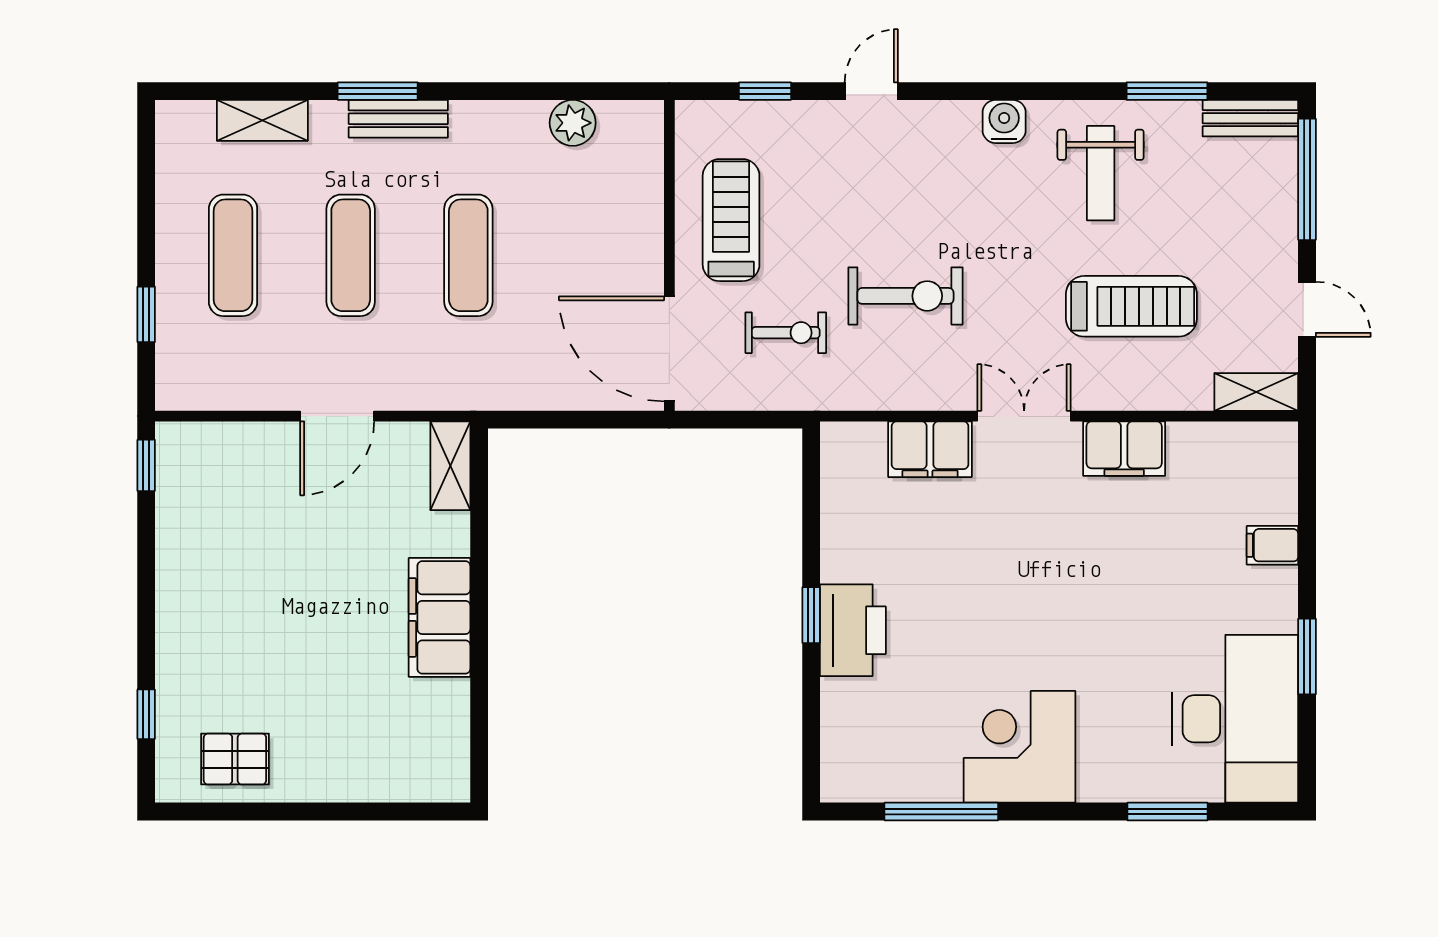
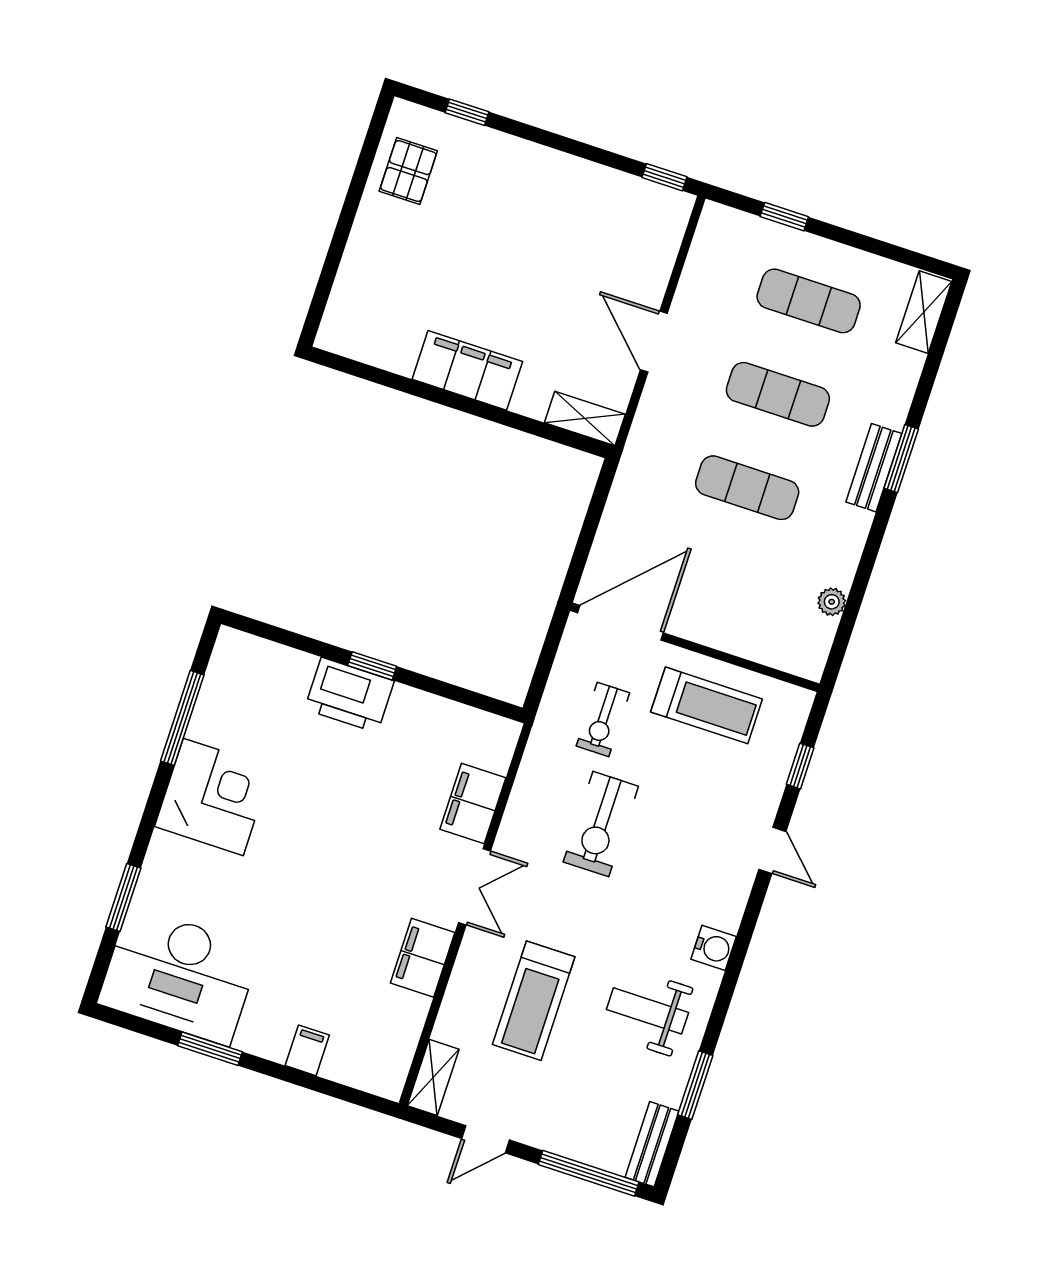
shelving: (262, 120) -> (924, 312), moved
plant: (573, 123) -> (832, 602), width x0.73, depth x0.73

